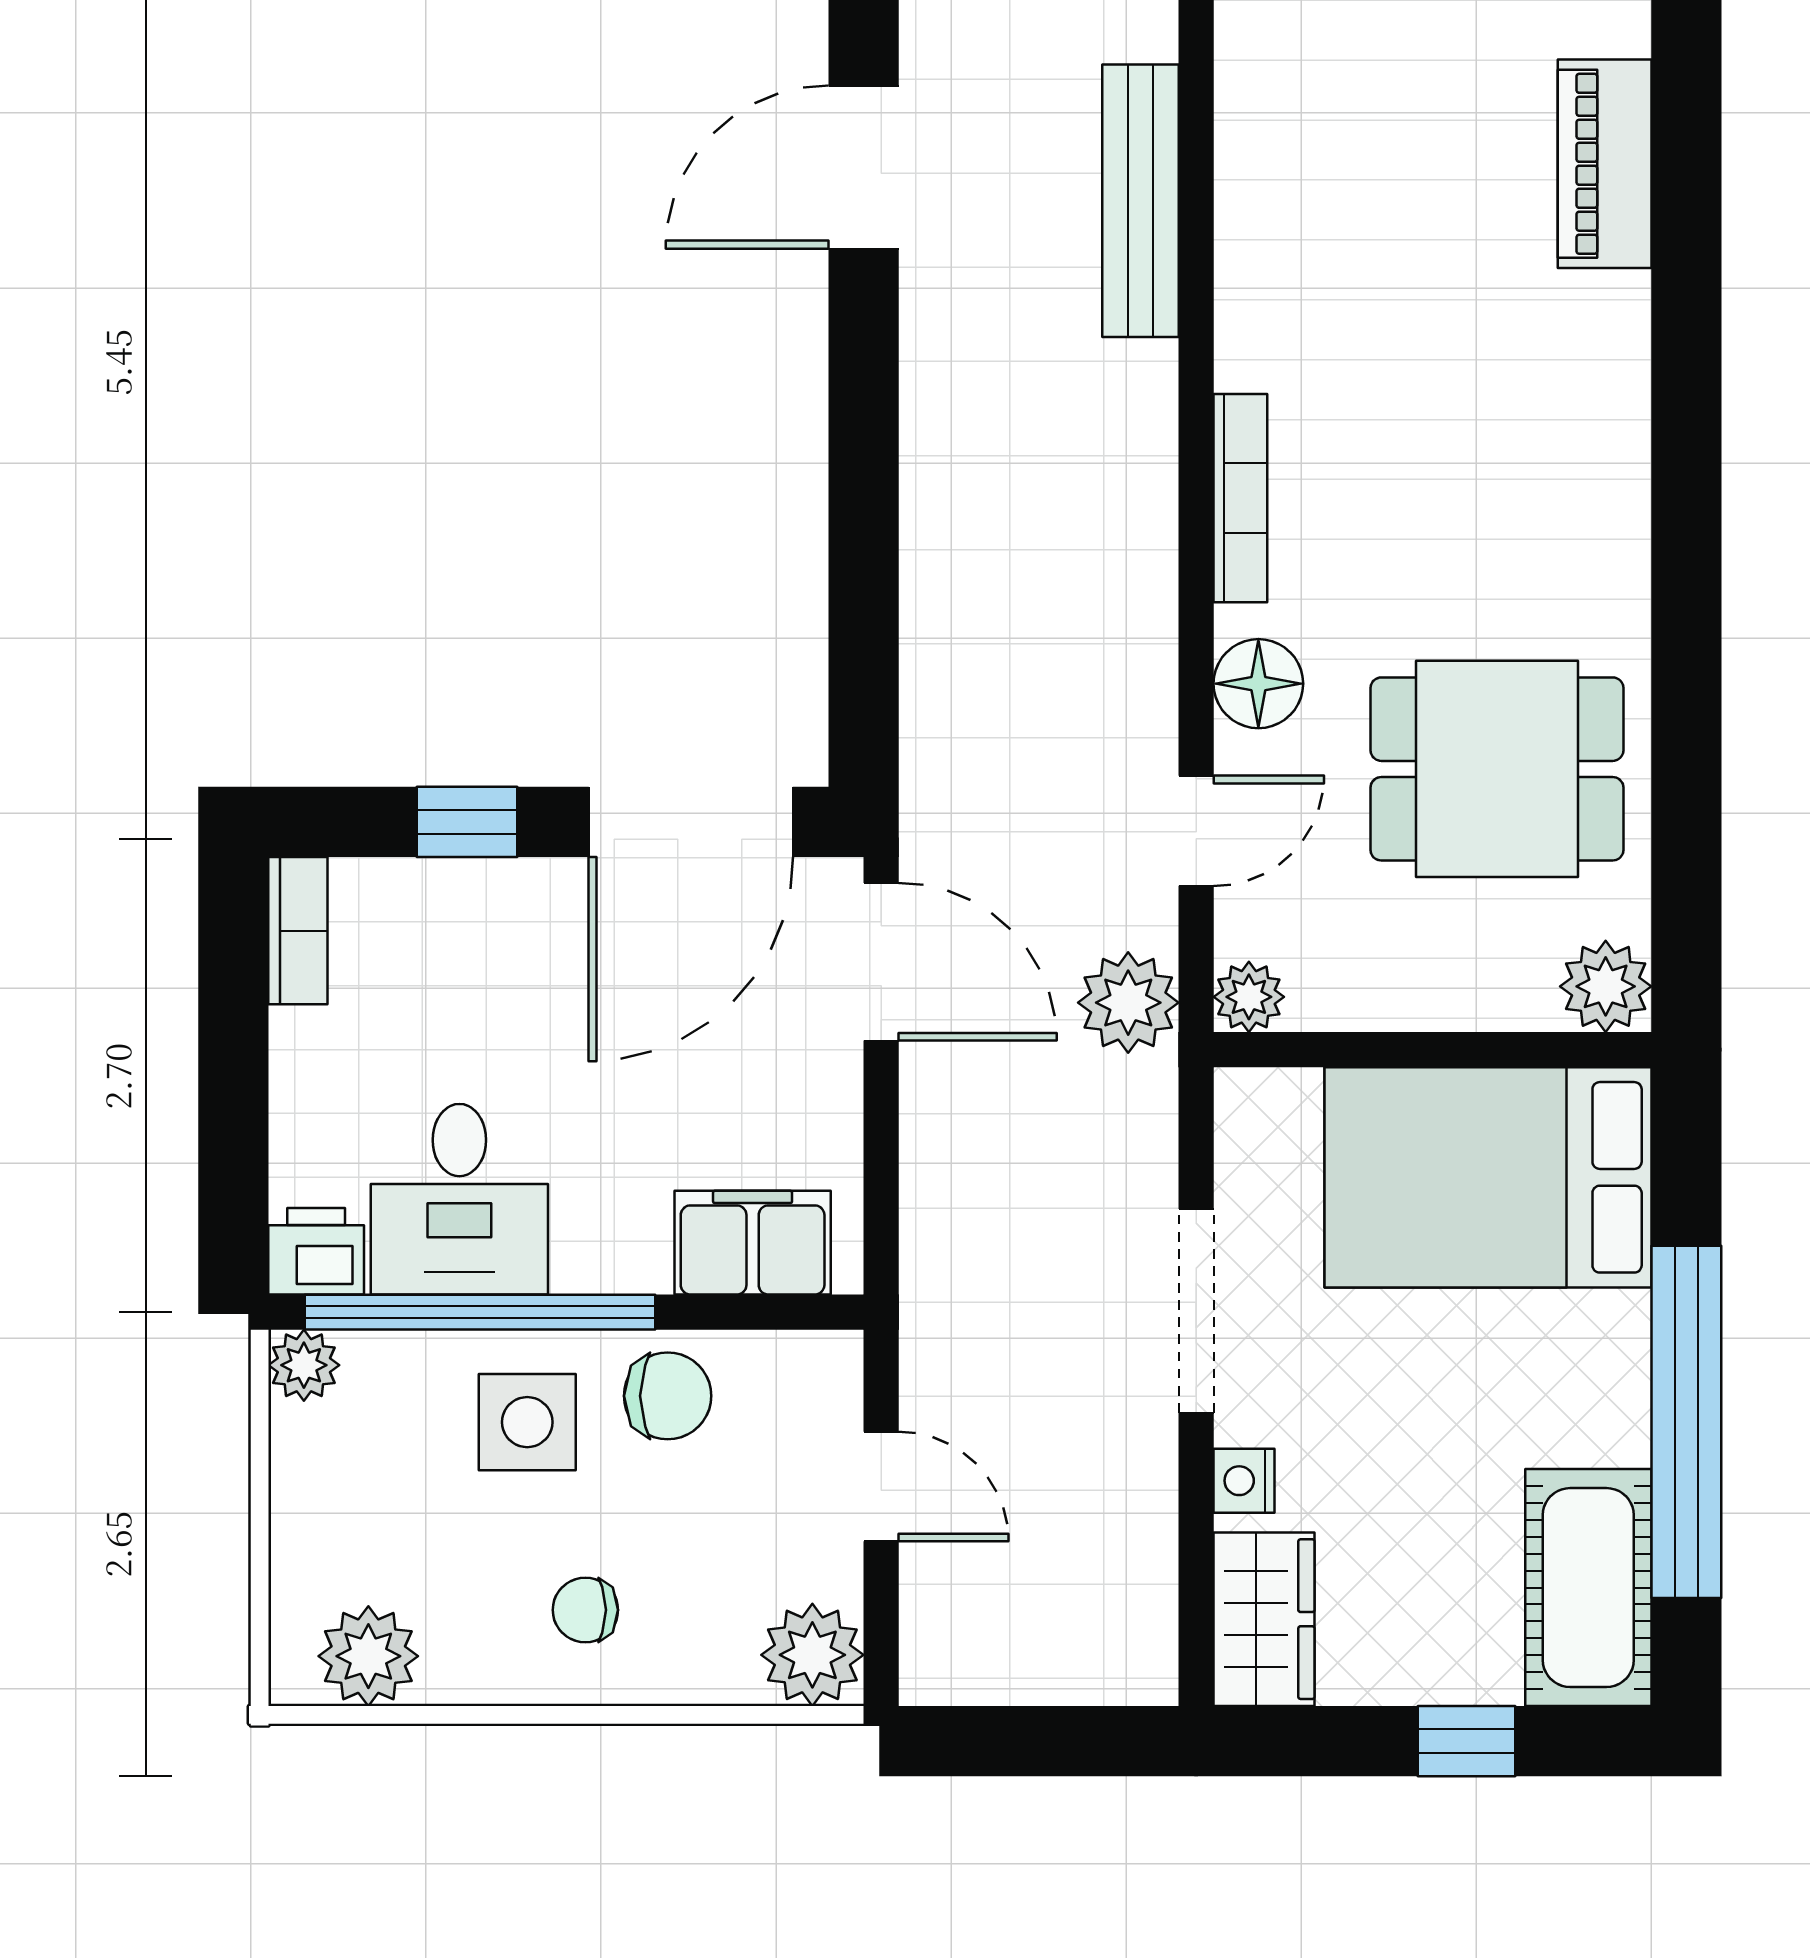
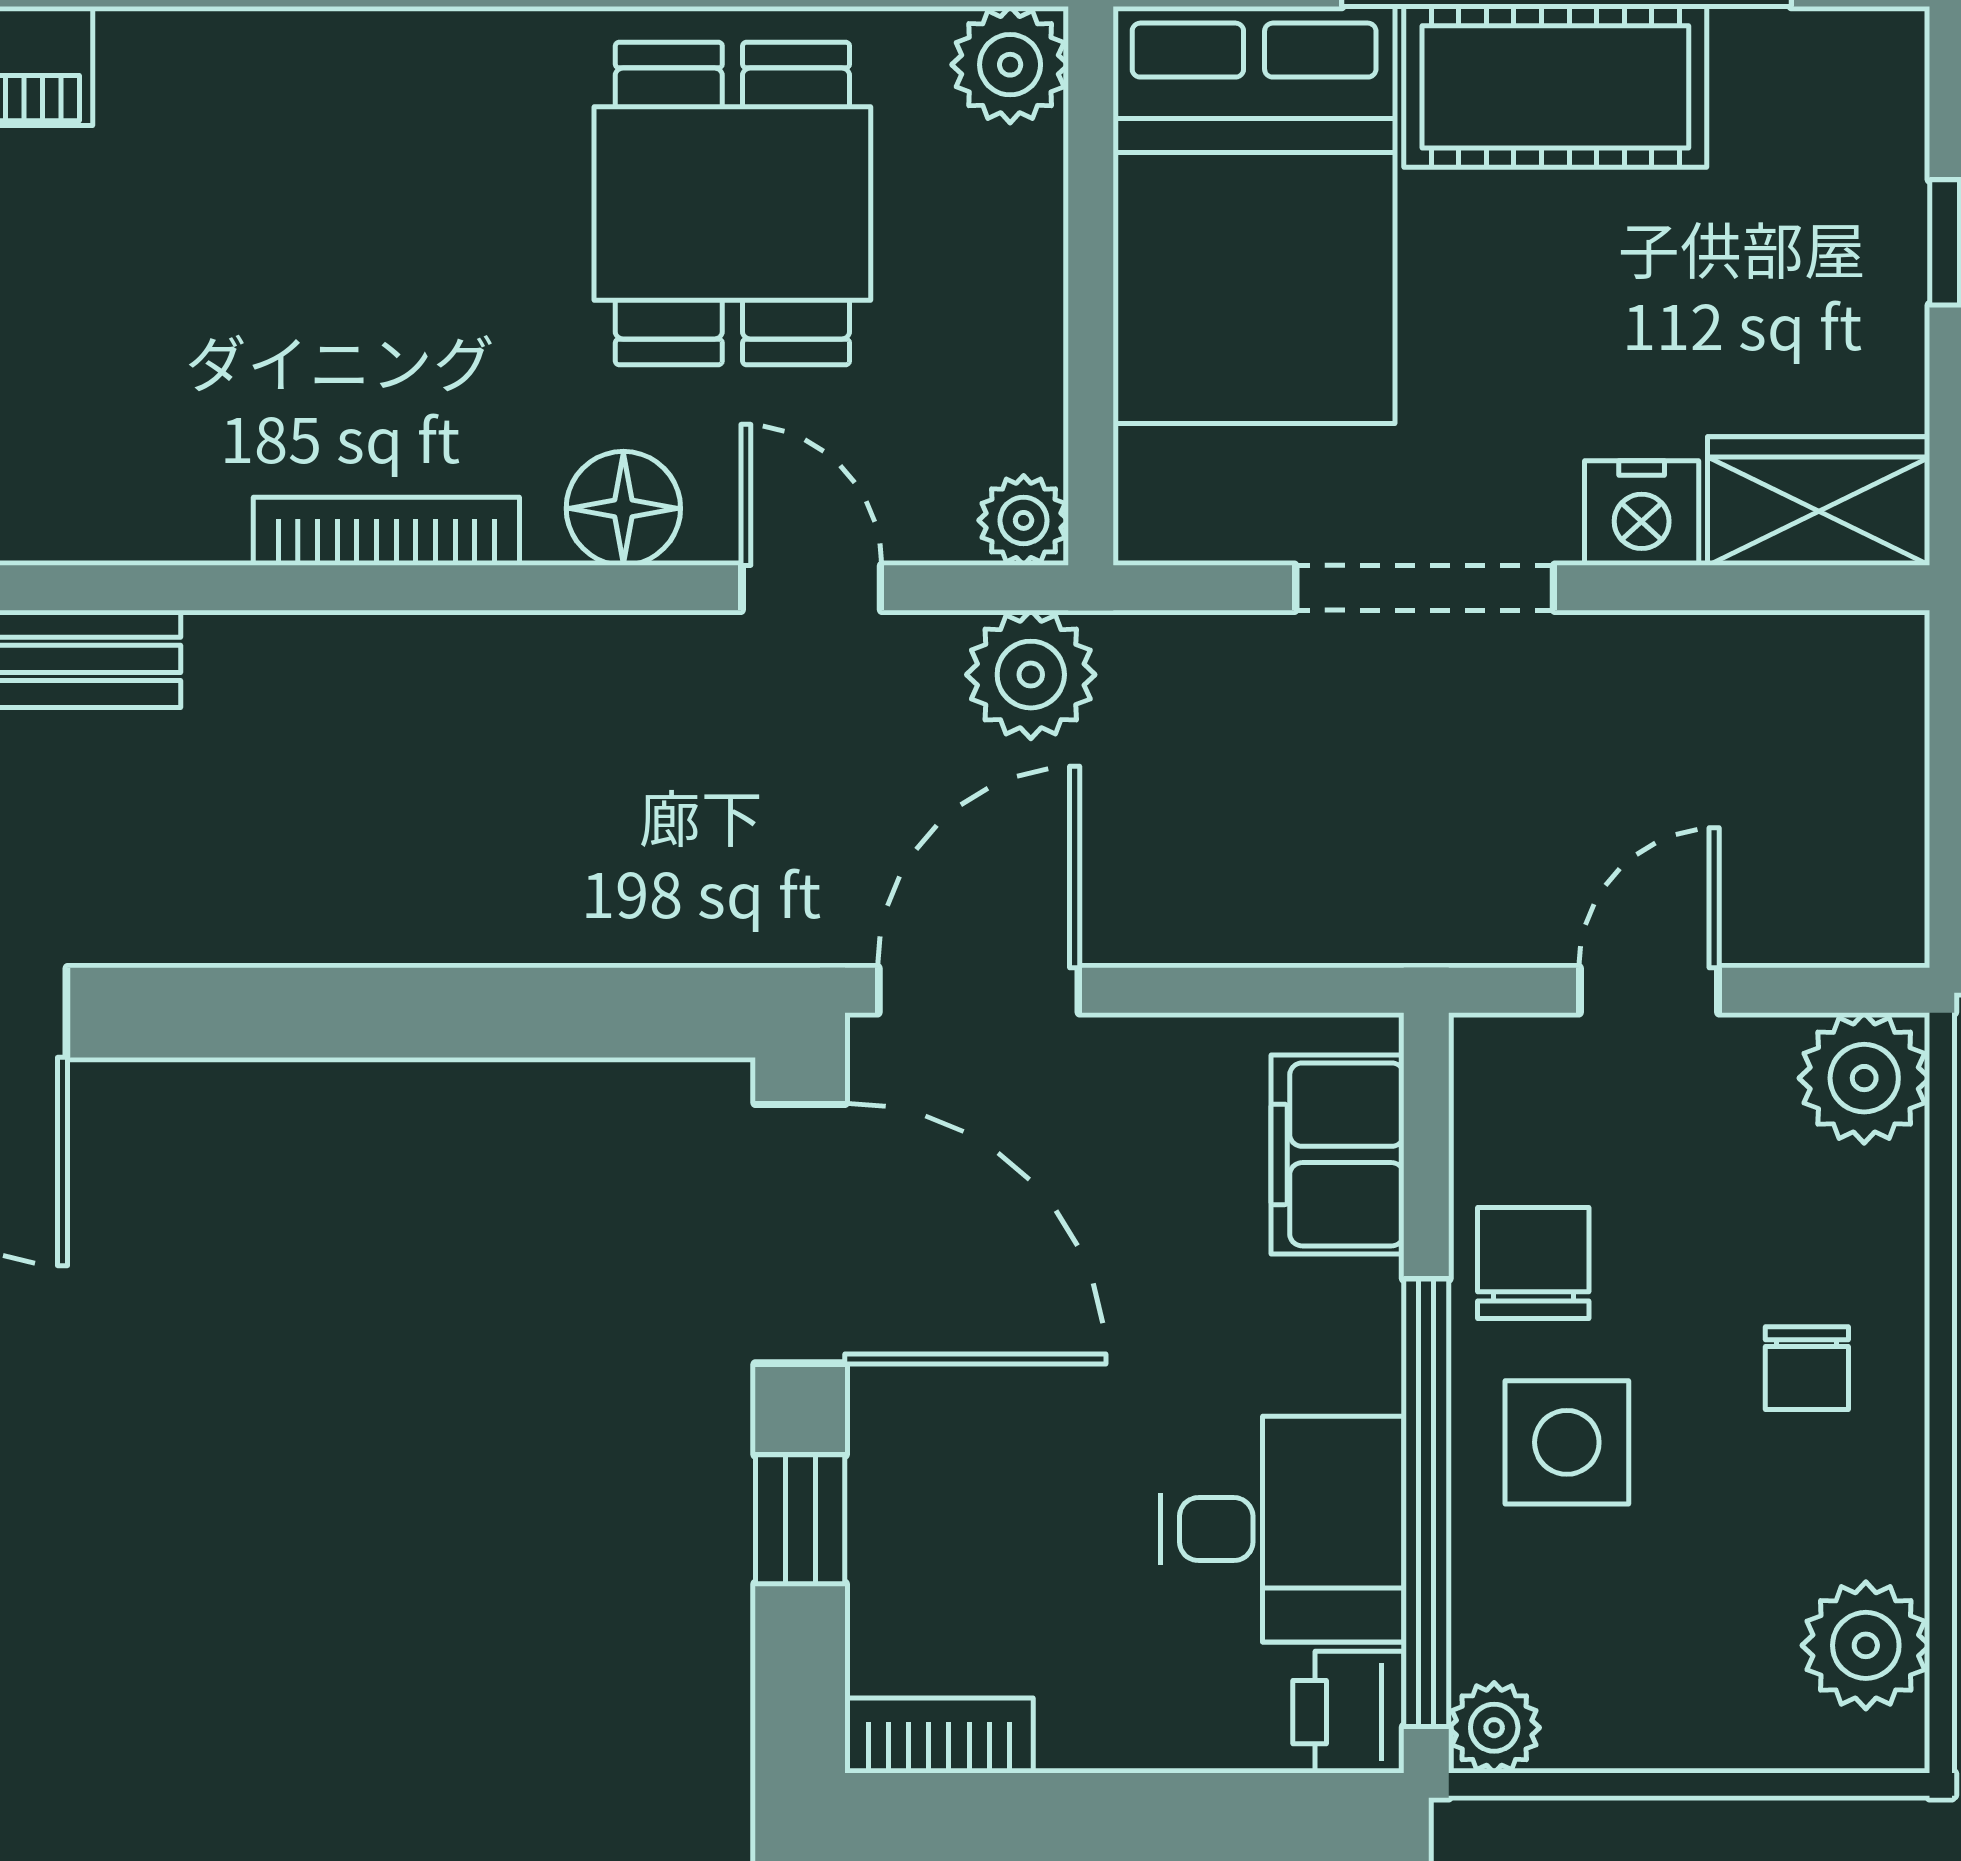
nightstand: (1244, 1481) -> (1642, 513), width x1.39, depth x1.35
cot: (1588, 1588) -> (1555, 87), moved

